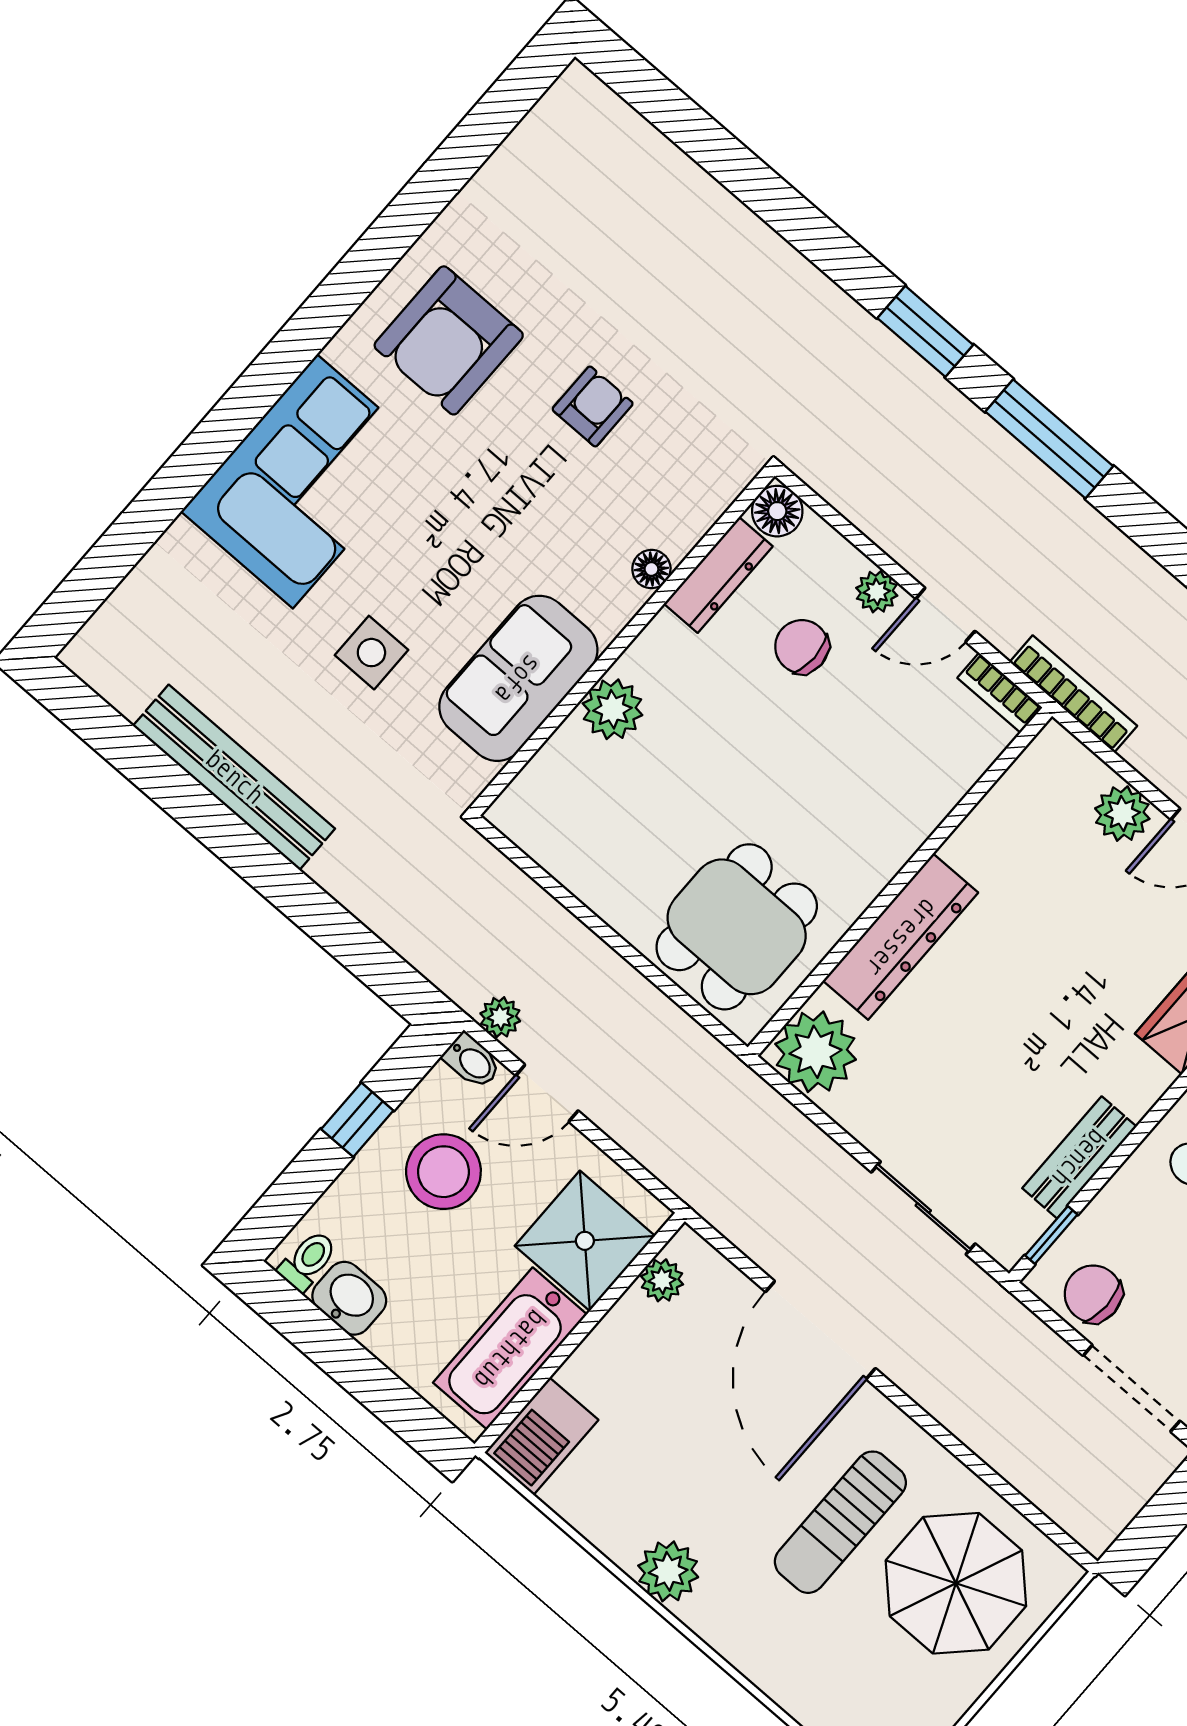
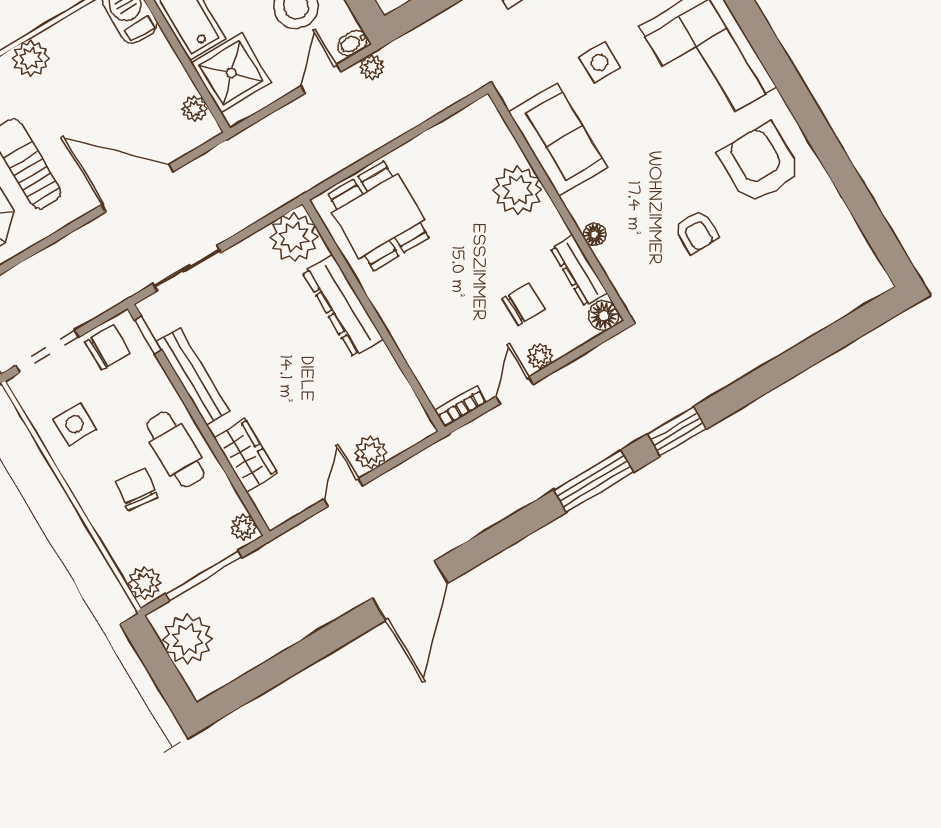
bookcase: (1073, 694) -> (447, 447), removed
plant: (613, 709) -> (518, 190), width x1.36, depth x1.36
bench: (1079, 1157) -> (193, 376), width x1.36

